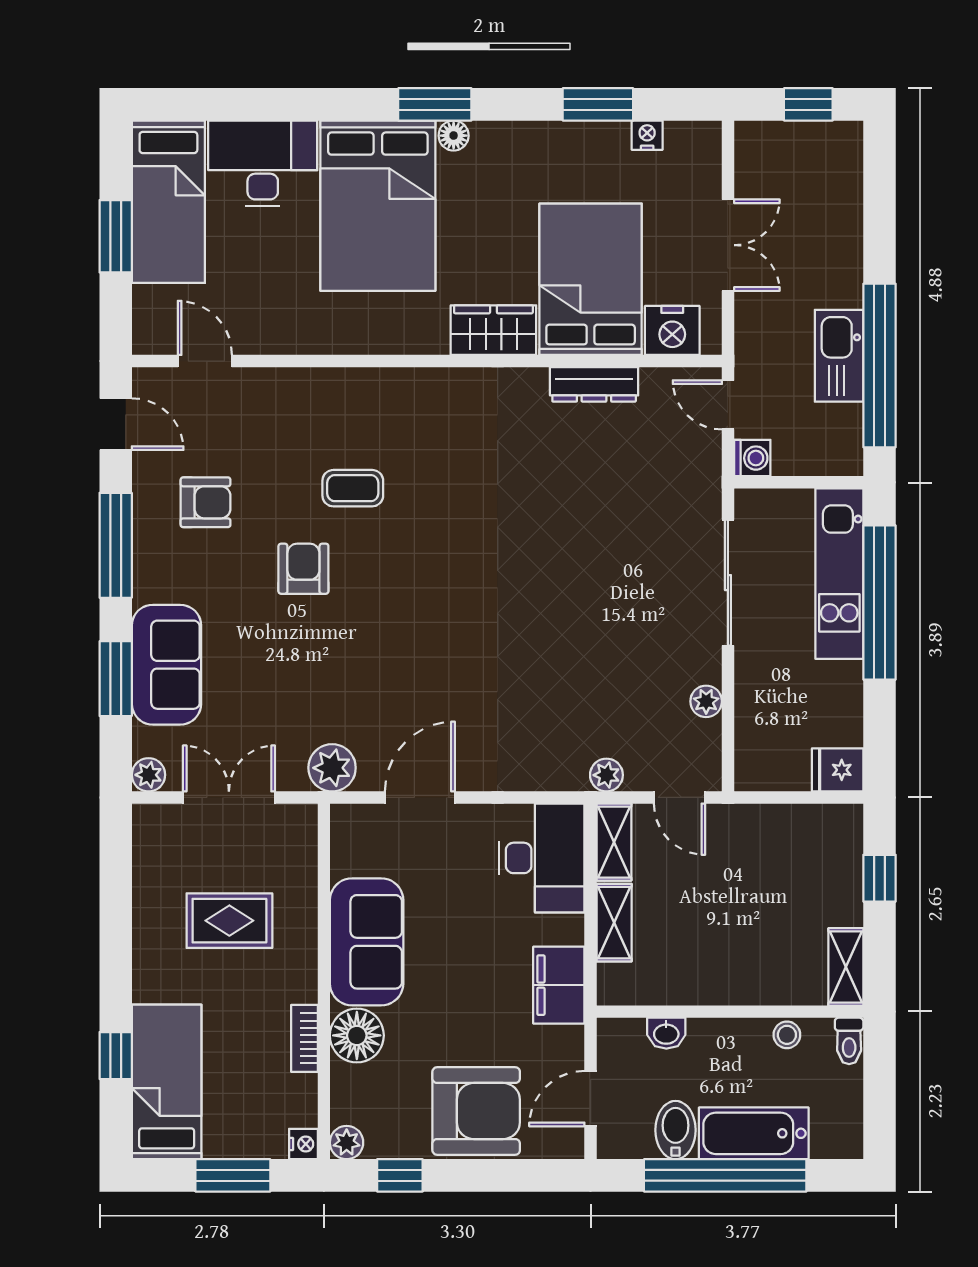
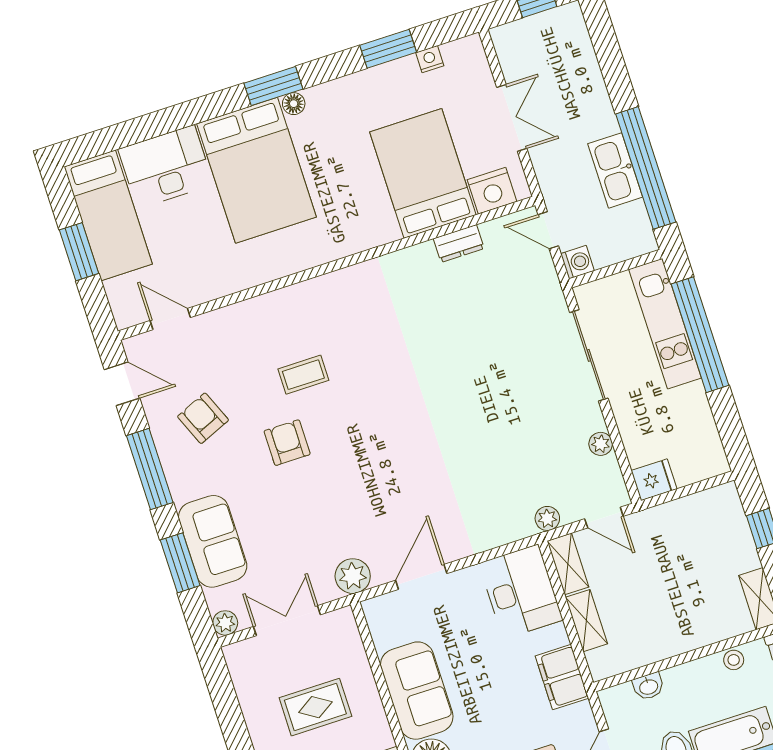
wardrobe: (493, 330) -> (366, 231), removed
dresser: (594, 384) -> (459, 243), width x0.70
armchair: (206, 502) -> (203, 418), turned -113
fridge: (838, 770) -> (654, 480), moved, turned 180

